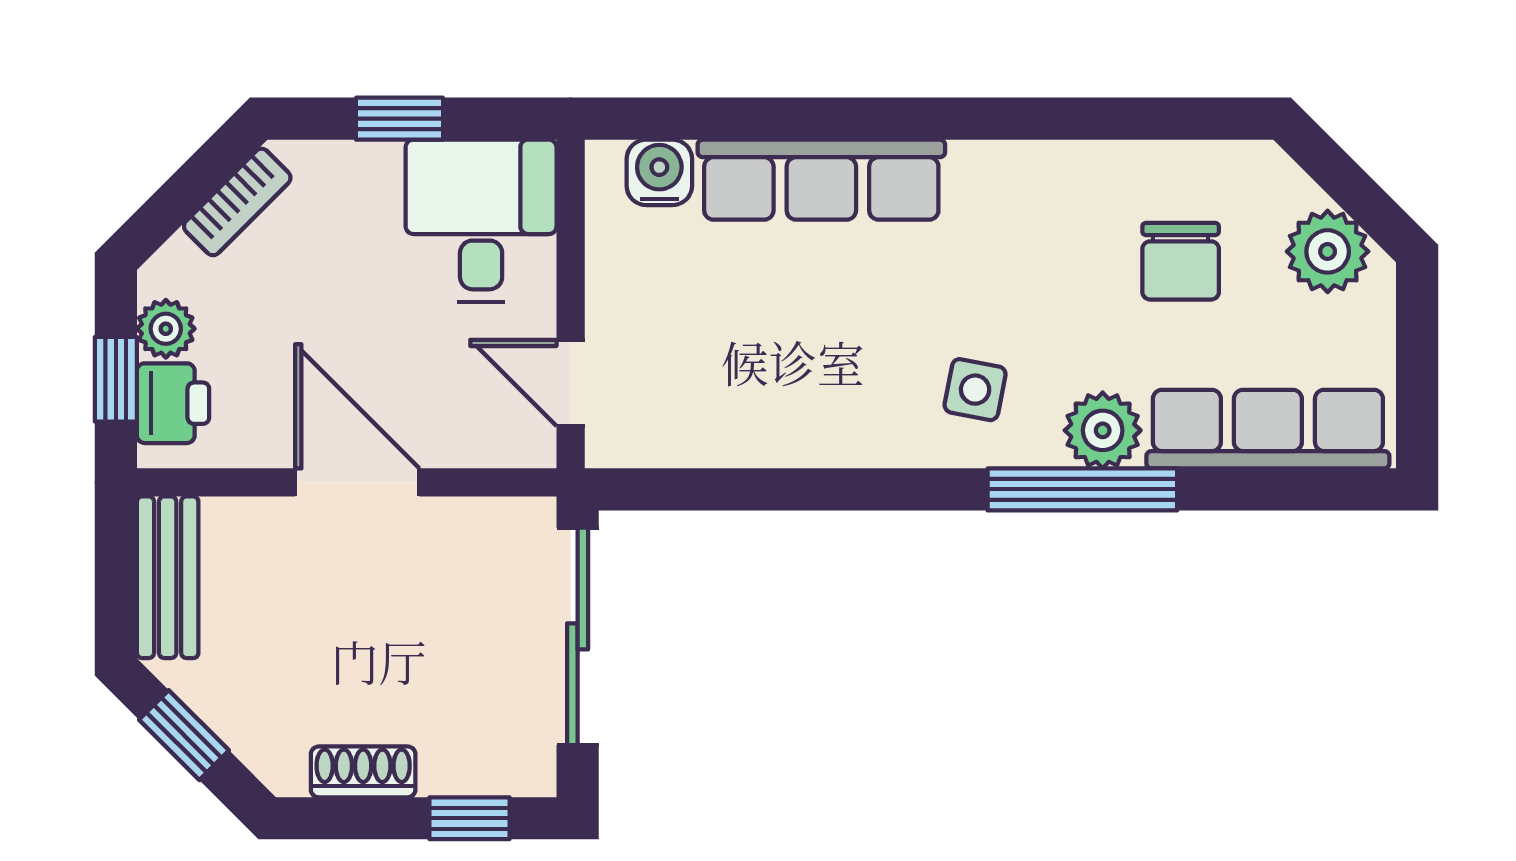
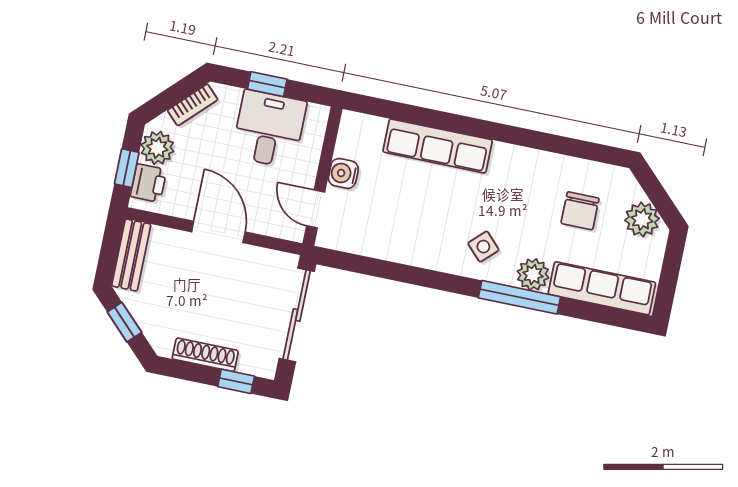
water cooler: (659, 172) -> (343, 173), moved, turned -90
desk: (481, 221) -> (269, 129), moved
plant: (166, 329) -> (157, 148), width x1.38, depth x1.38
side table: (975, 390) -> (483, 247), turned 35
shoe rack: (363, 772) -> (205, 355), width x1.43

